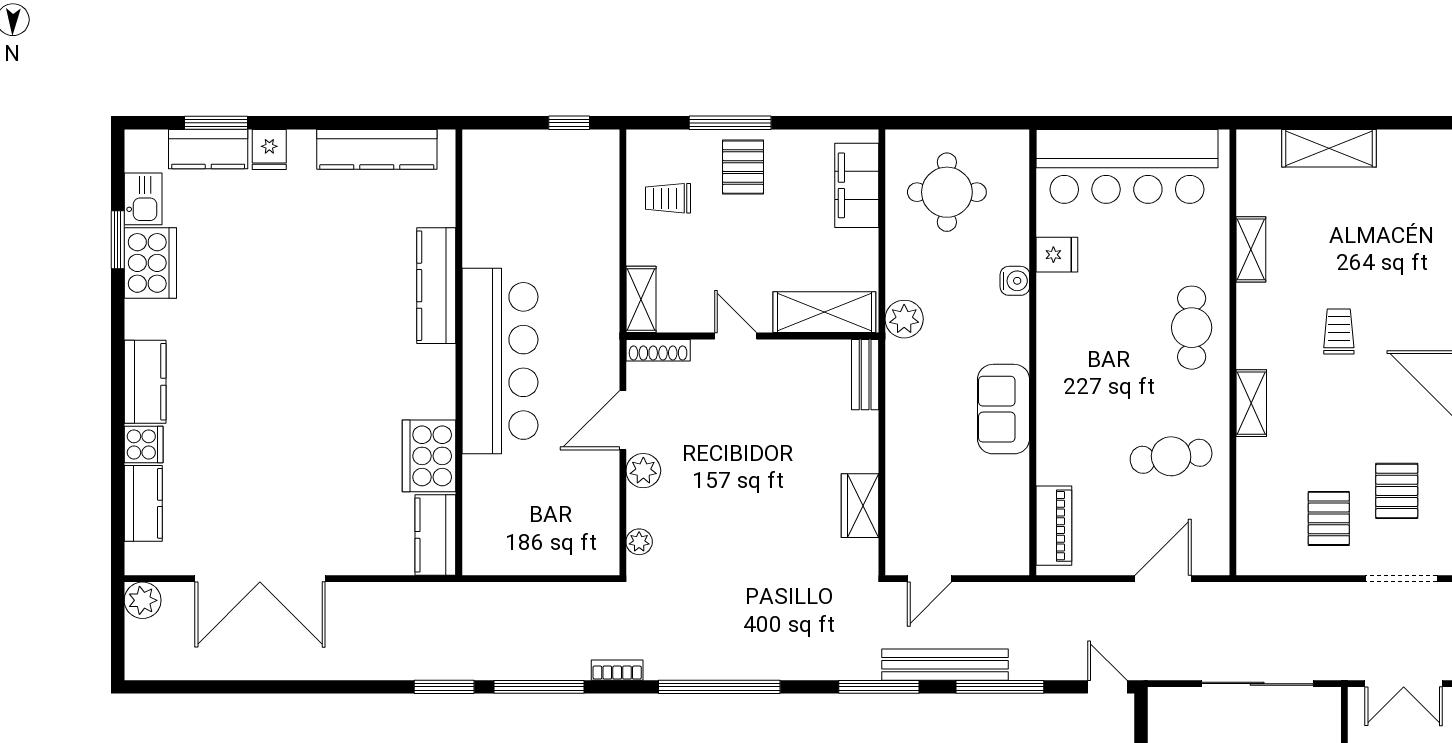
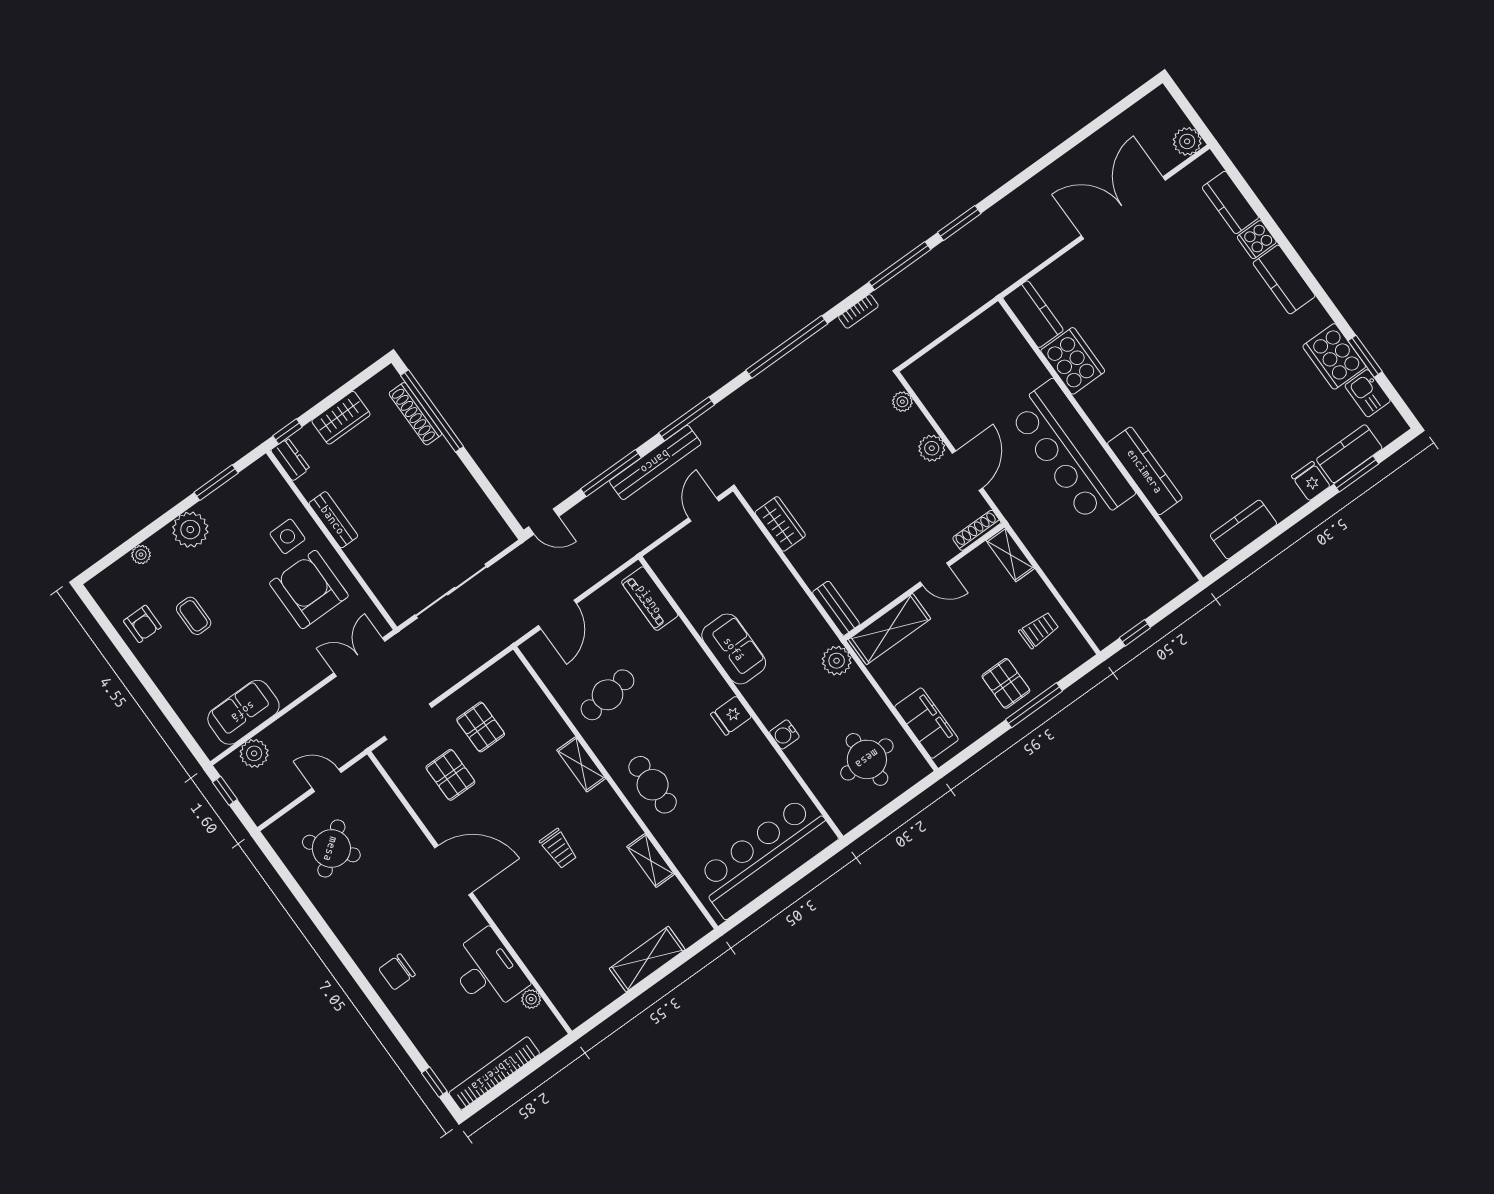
kitchen counter: (377, 149) -> (1243, 529), width x0.67
fridge: (1057, 255) -> (731, 716), moved

